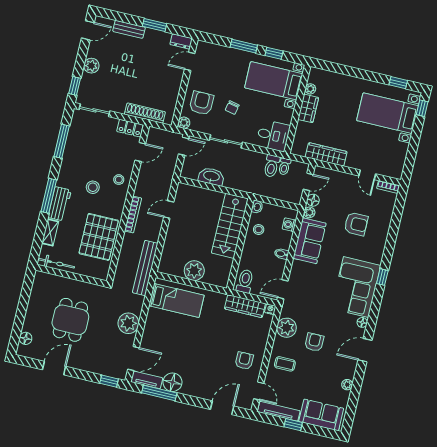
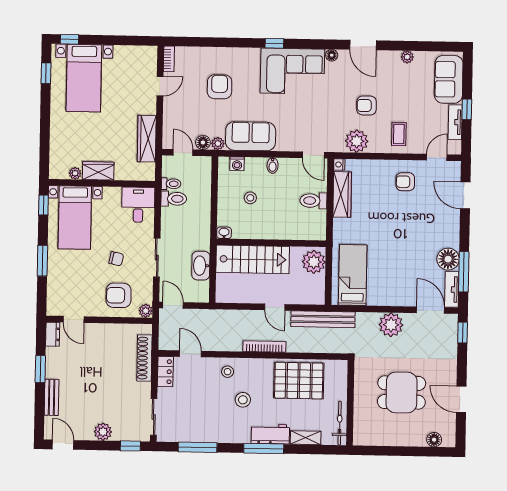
window: (274, 53) -> (43, 205), moved
washbasin: (257, 207) -> (224, 233), moved
door: (169, 210) -> (275, 307), moved
stairs: (230, 226) -> (253, 259), moved
wall: (240, 244) -> (271, 243), moved
tv unit: (279, 411) -> (455, 122), width x0.71

